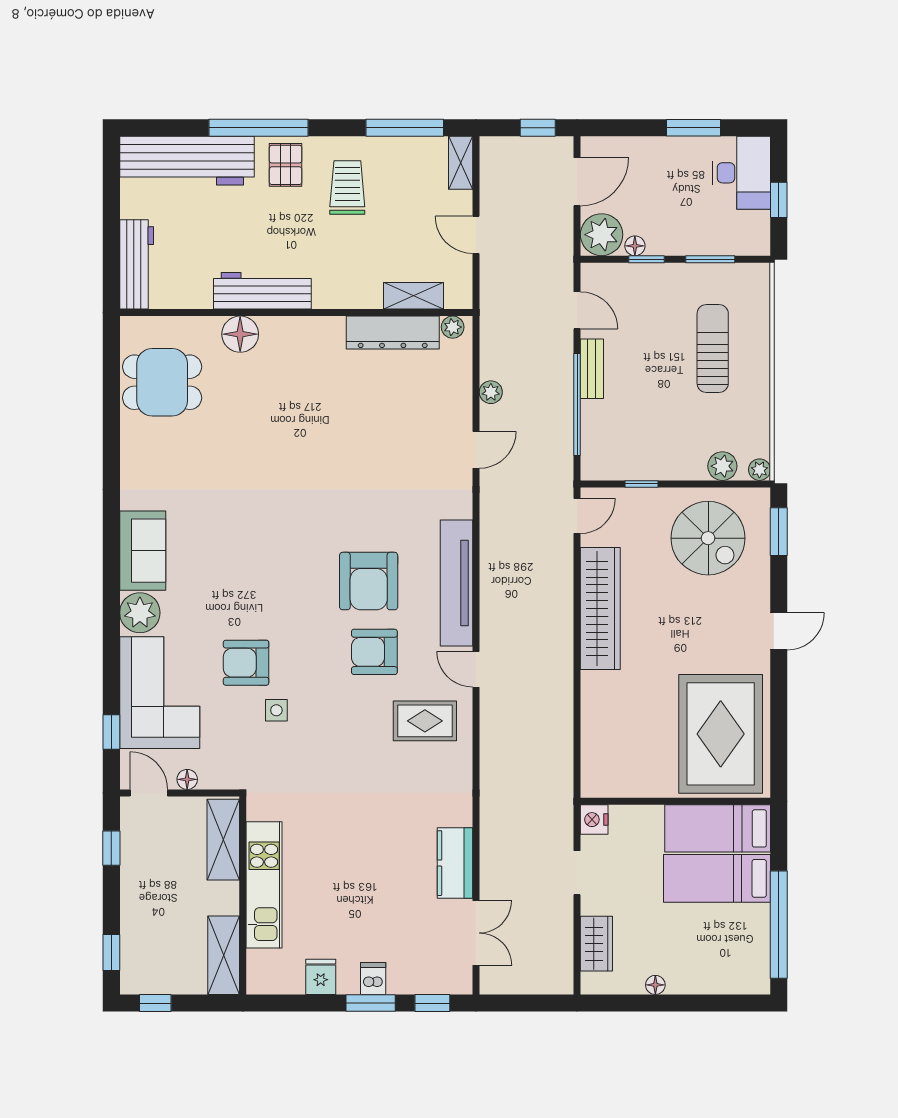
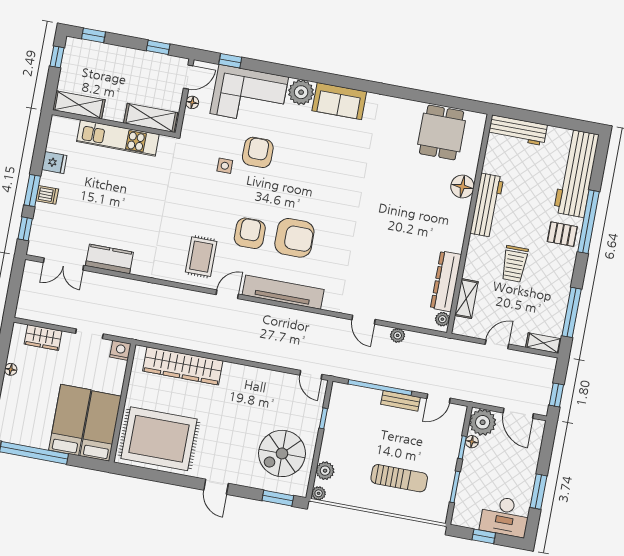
trolley: (347, 188) -> (514, 264), moved, turned 90
armchair: (369, 581) -> (294, 238), turned 180
wardrobe: (600, 608) -> (183, 366), moved

